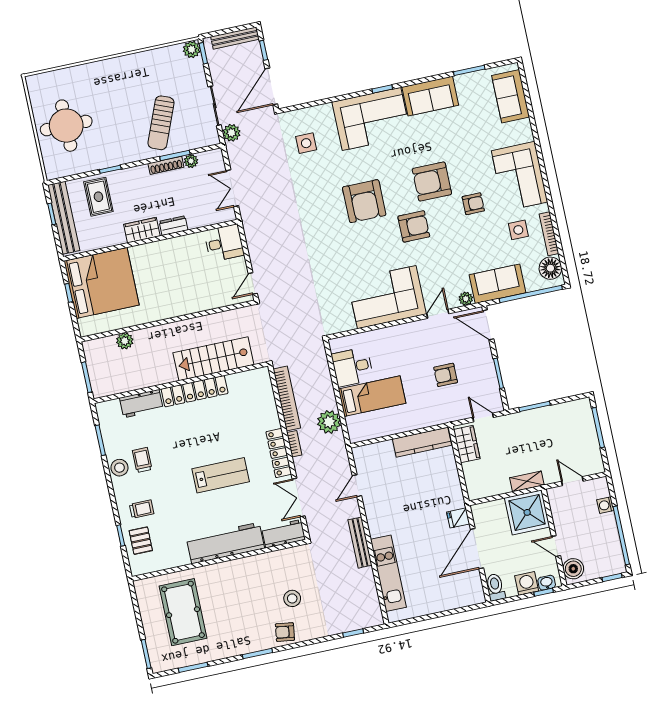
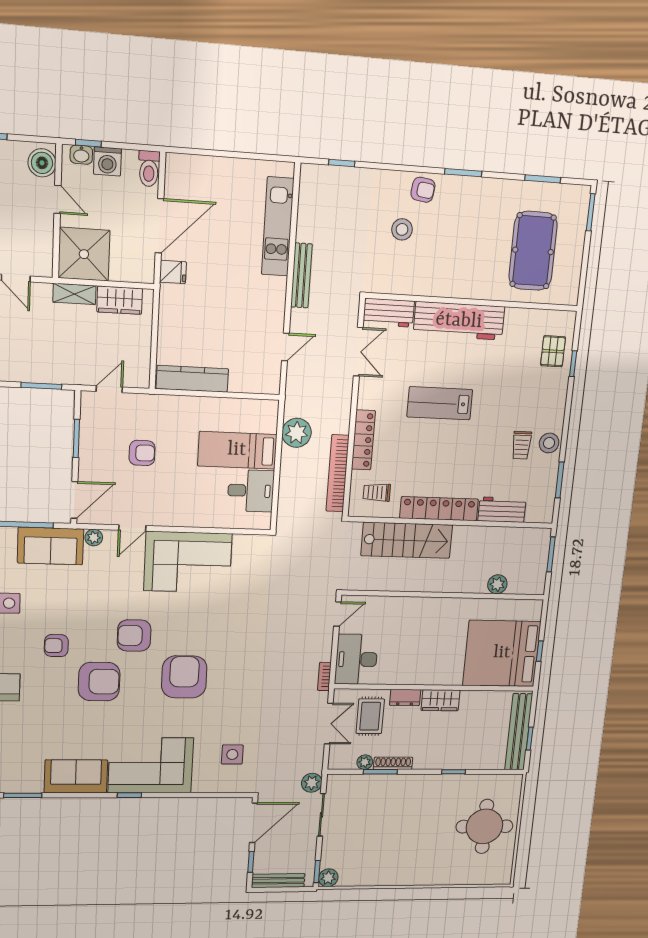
sun lounger: (161, 123) -> (384, 809), removed
rug: (98, 197) -> (370, 716), moved
desk: (224, 243) -> (356, 659), width x1.37
door: (488, 325) -> (74, 500), hinge flipped
door: (483, 417) -> (109, 389), swing flipped
bookcase: (294, 444) -> (324, 676), moved
wardrobe: (467, 444) -> (120, 300), moved, turned -90
locker: (279, 453) -> (363, 440), moved
trolley: (142, 509) -> (377, 492), moved

